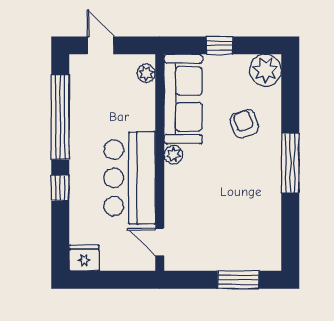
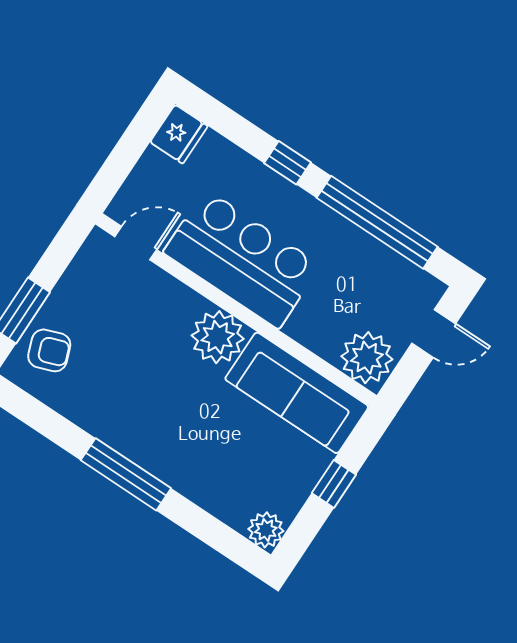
plant: (265, 70) -> (266, 530), width x0.73, depth x0.73
plant: (146, 73) -> (367, 358), width x1.88, depth x1.88
armchair: (244, 124) -> (49, 350), moved
plant: (173, 155) -> (218, 337), width x1.87, depth x1.87

